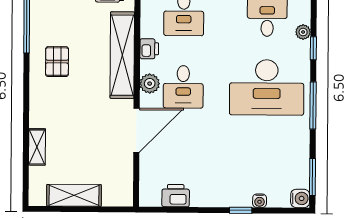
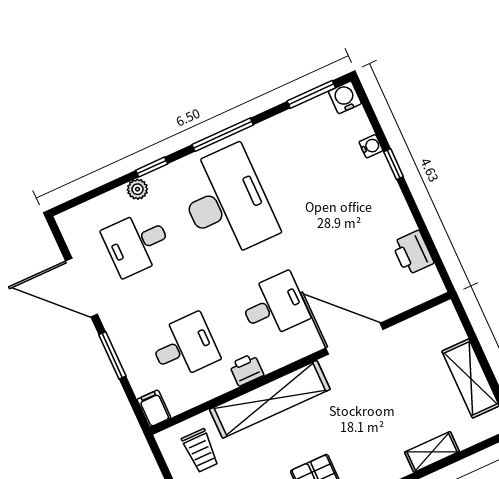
plant: (150, 84) -> (289, 349), removed

